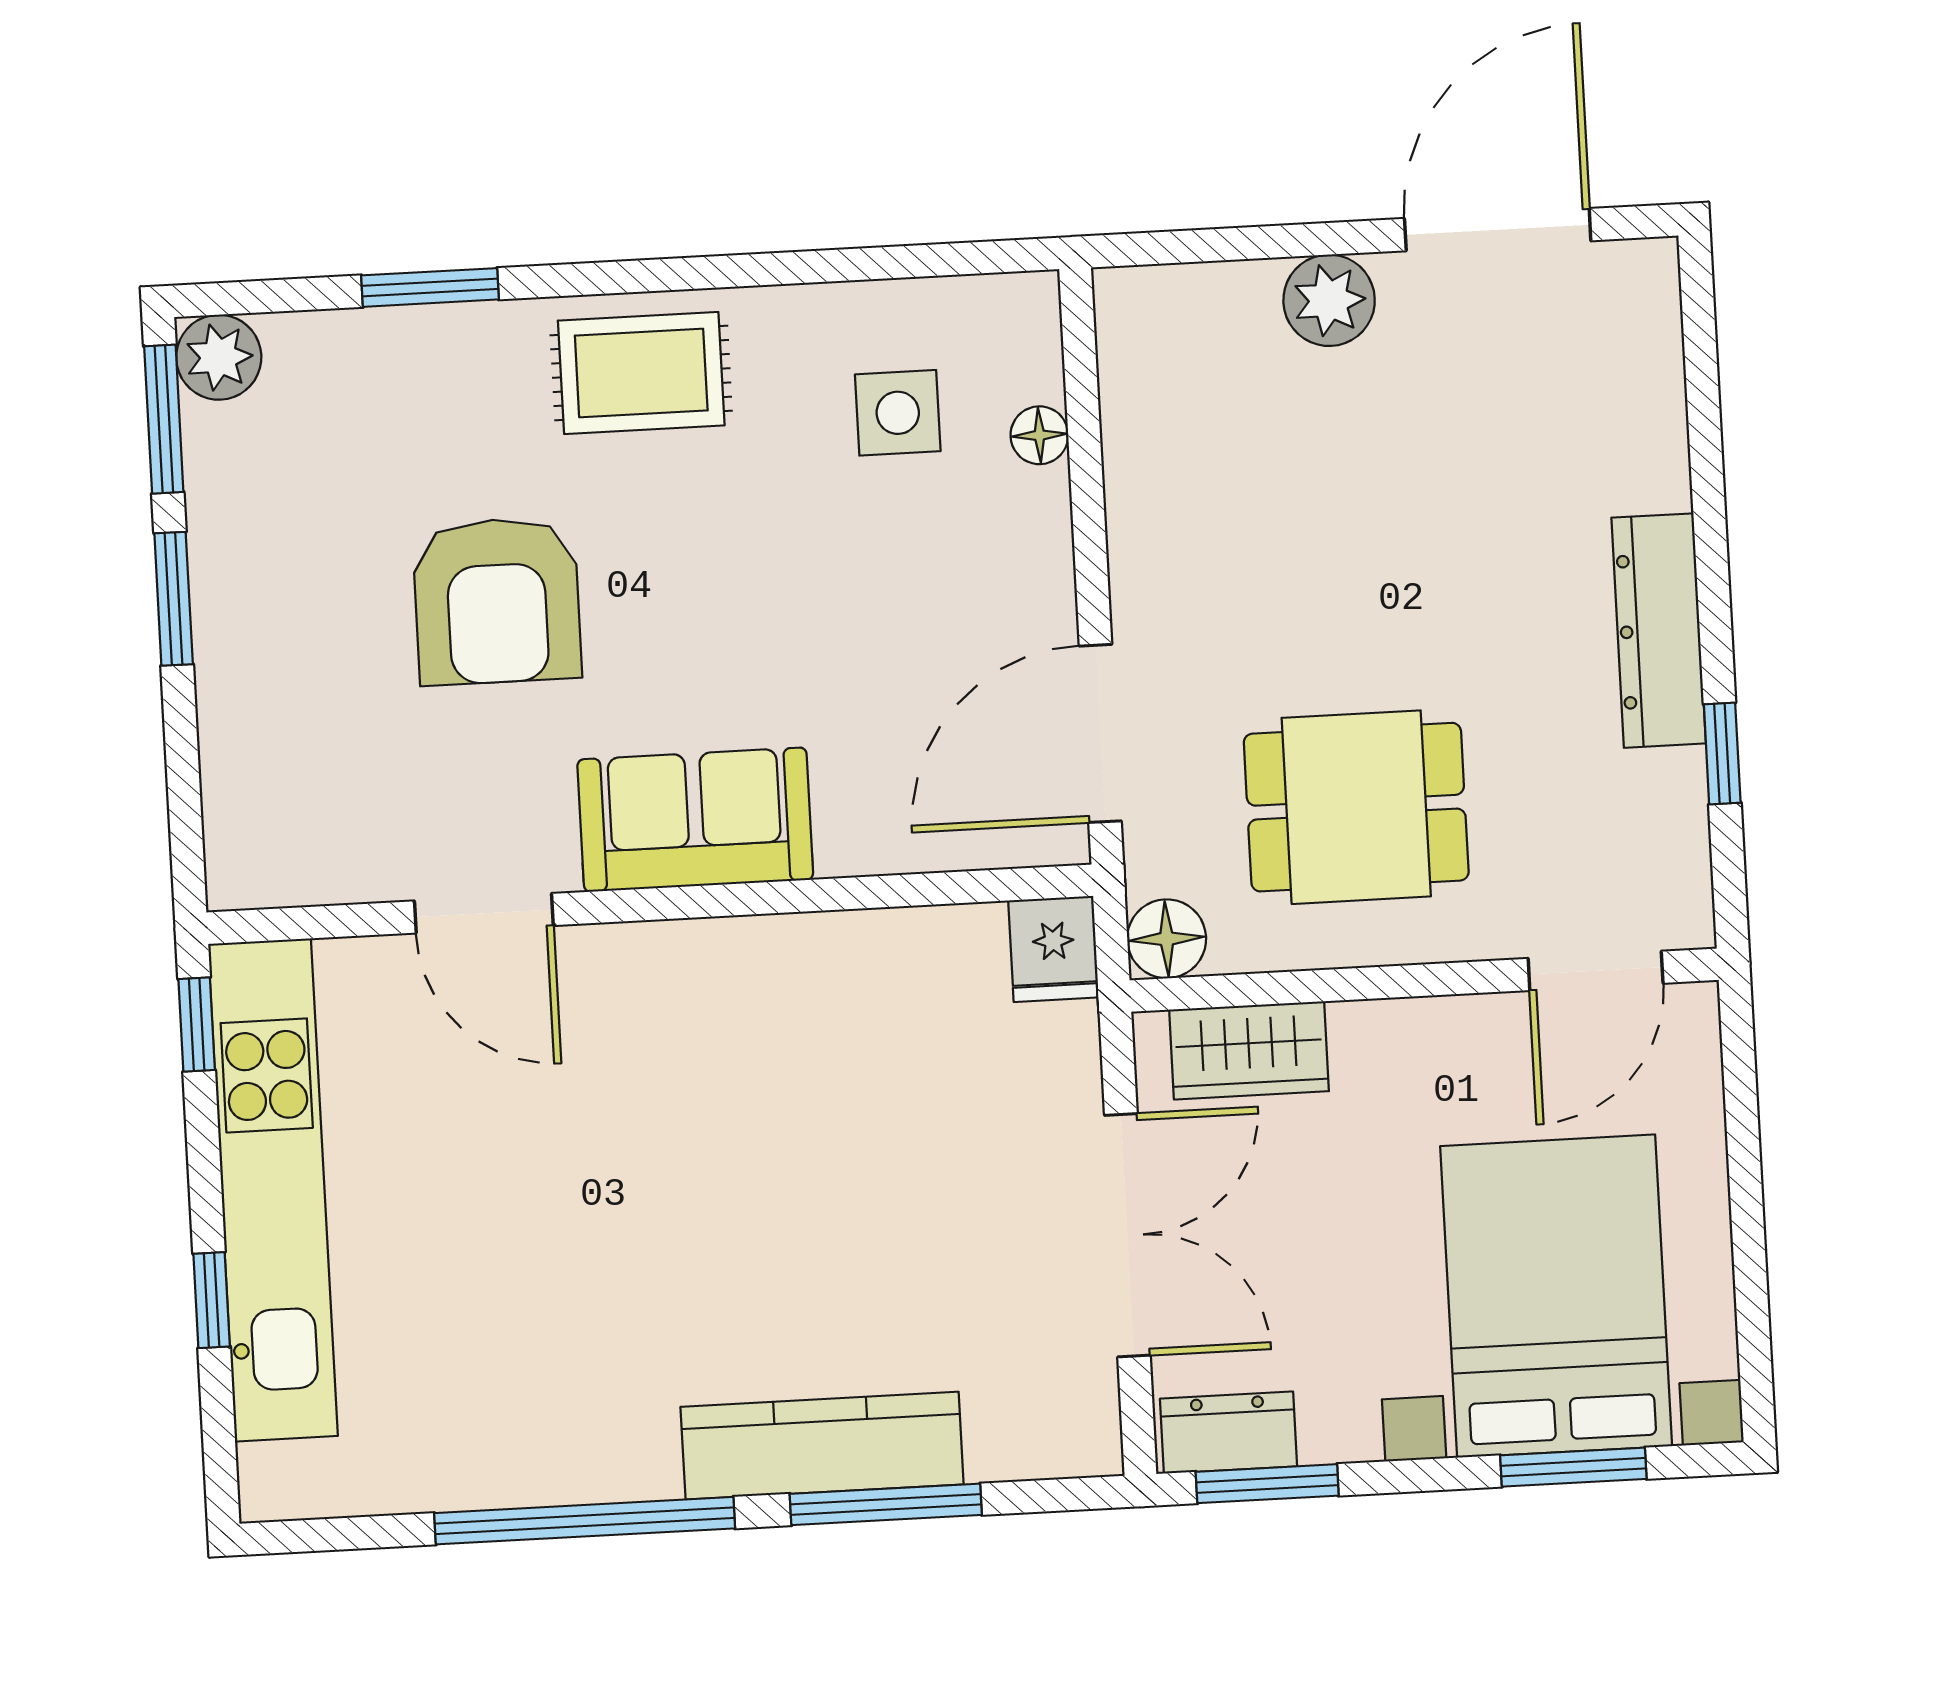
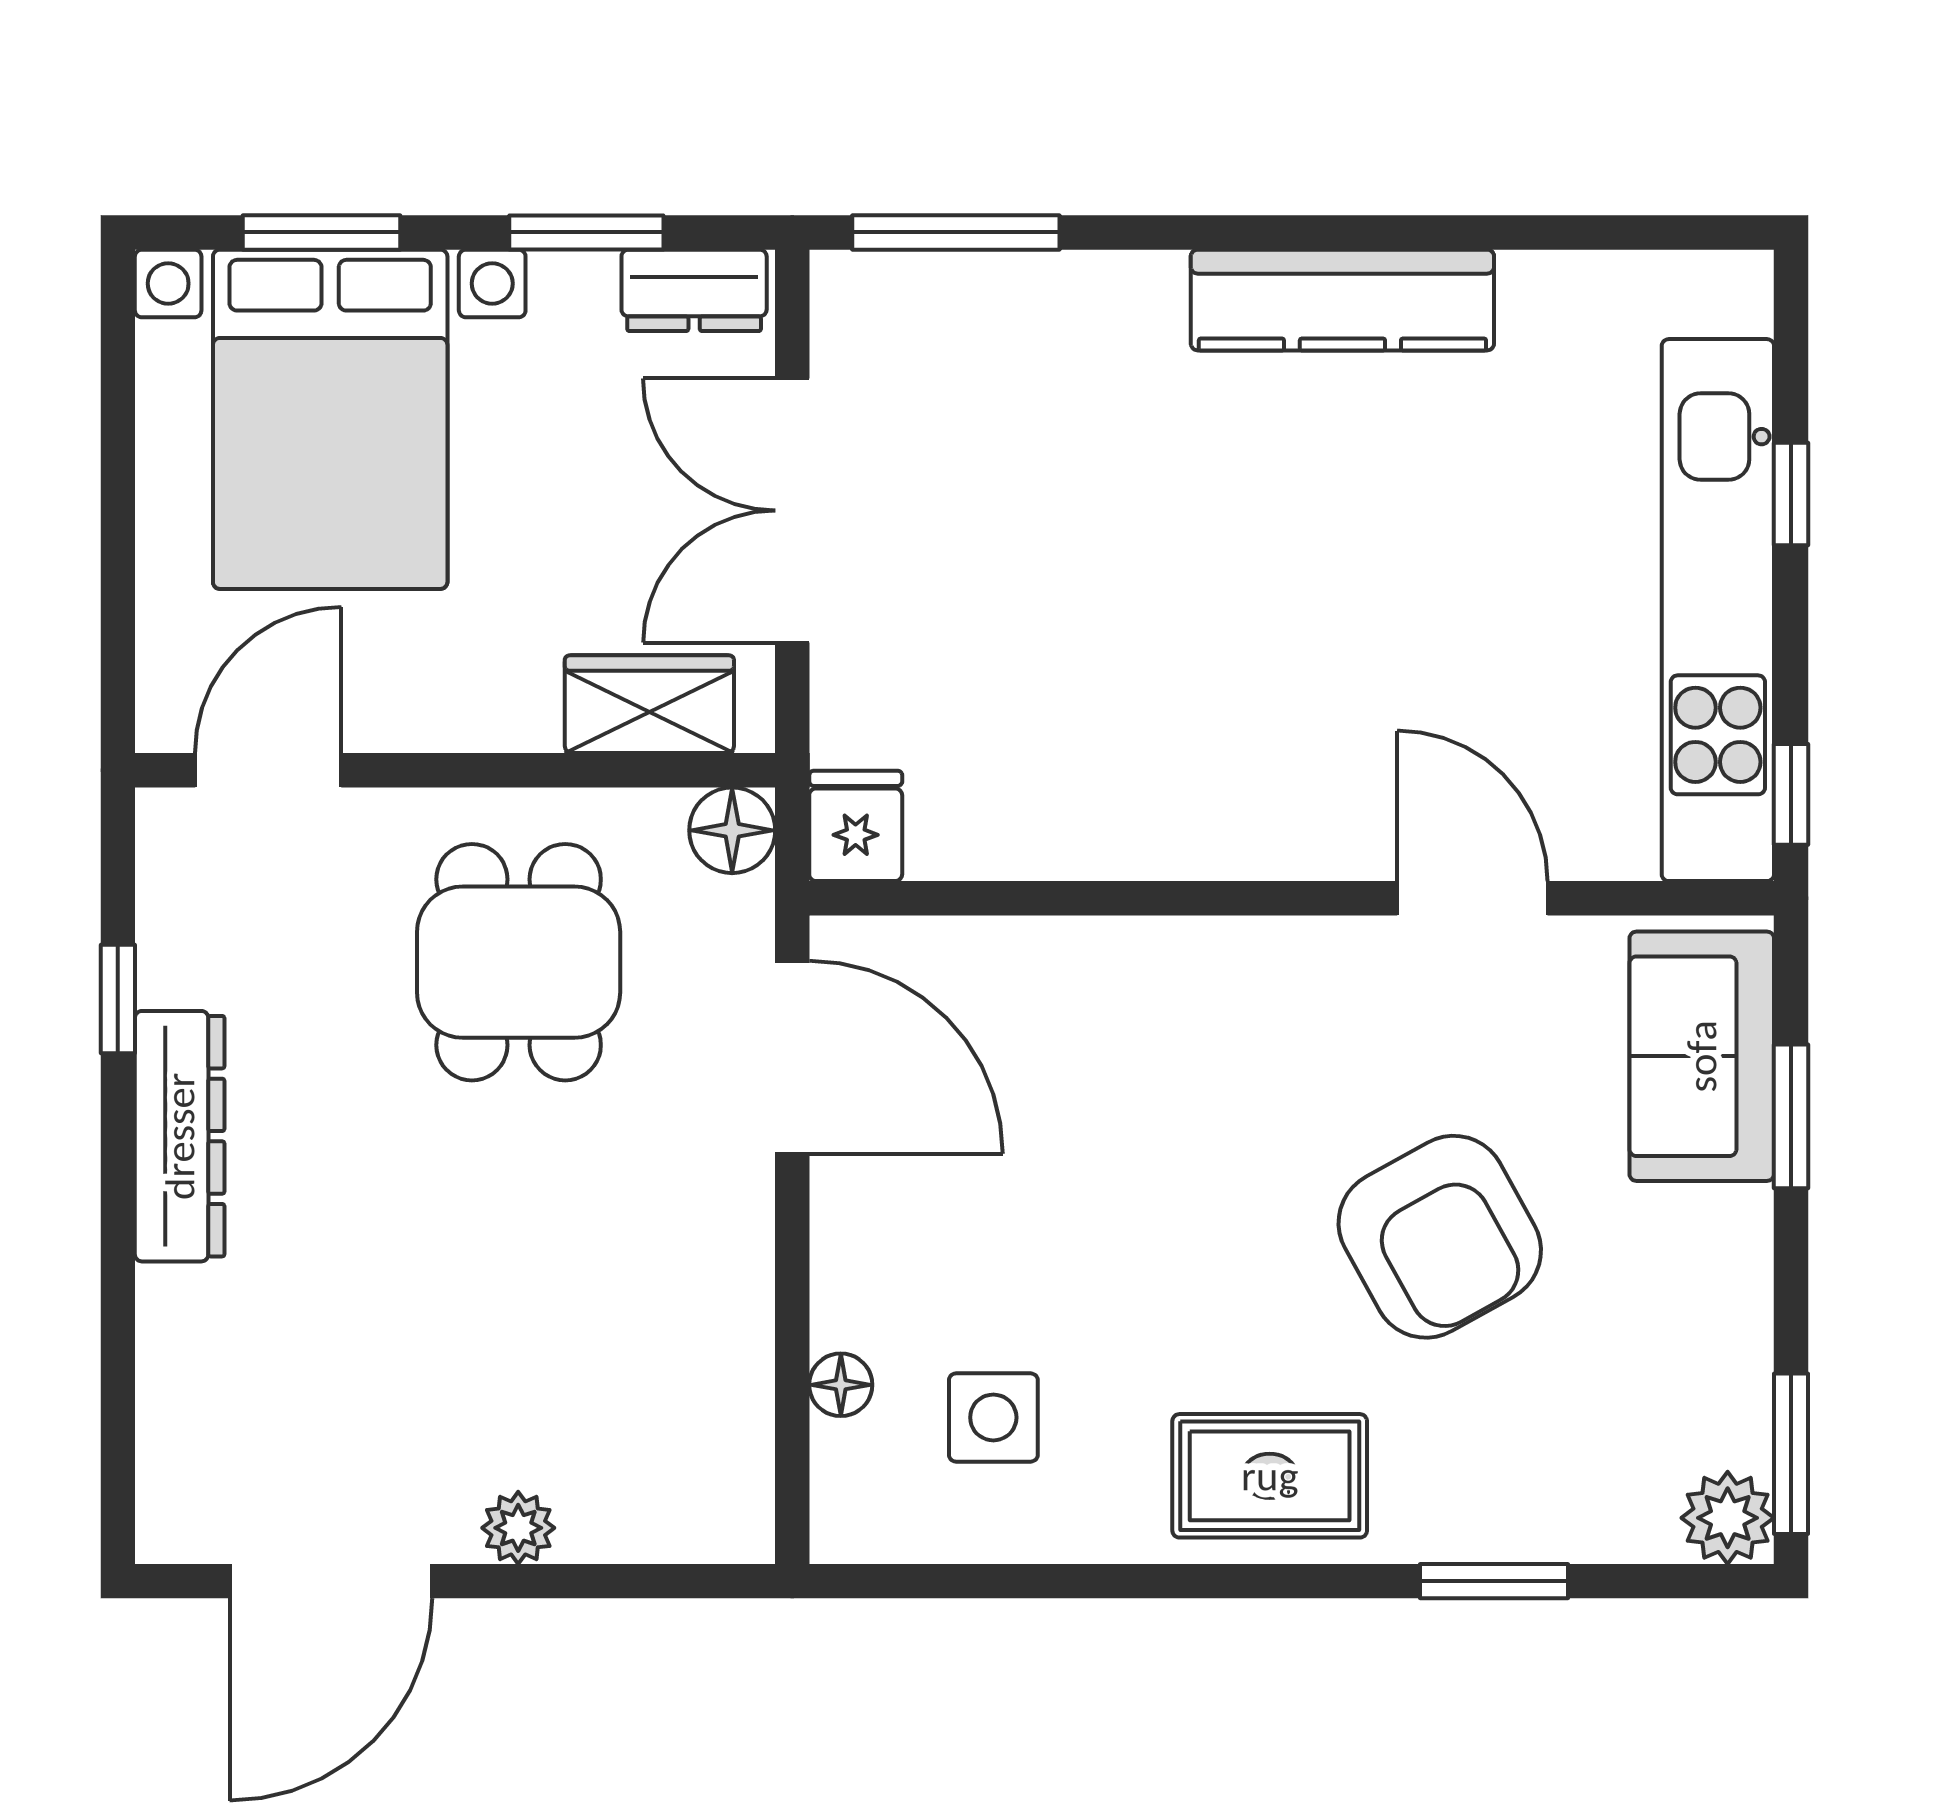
plant: (1329, 300) -> (518, 1528), width x0.73, depth x0.73
window: (174, 599) -> (1791, 1116), moved
armchair: (497, 601) -> (1440, 1237), turned 151
door: (1100, 733) -> (792, 1057), hinge flipped
dining table: (1356, 807) -> (519, 962), turned 90
sofa: (695, 820) -> (1702, 1056), moved, turned 90
kitchen counter: (822, 1446) -> (1342, 300), moved
window: (1267, 1484) -> (586, 232), moved
window: (886, 1504) -> (956, 232), moved
window: (585, 1521) -> (1399, 232), removed

